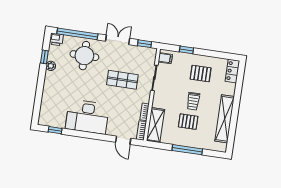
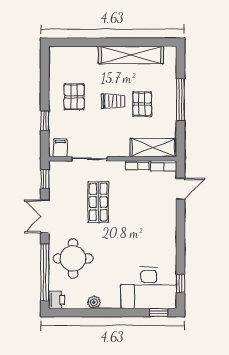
window: (44, 57) -> (159, 313), moved
locker: (232, 71) -> (64, 54), removed
desk: (87, 117) -> (149, 288), moved, turned 90

